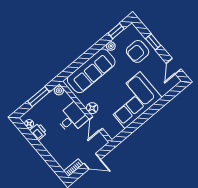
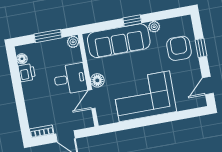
window: (116, 31) -> (132, 21), moved
armchair: (138, 51) -> (179, 48), turned 90

